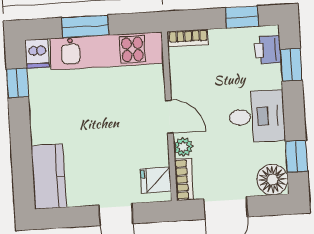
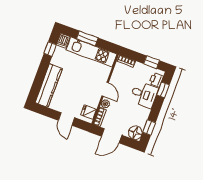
desk: (257, 116) -> (144, 94), moved
kitchen counter: (49, 177) -> (49, 86), width x1.50

